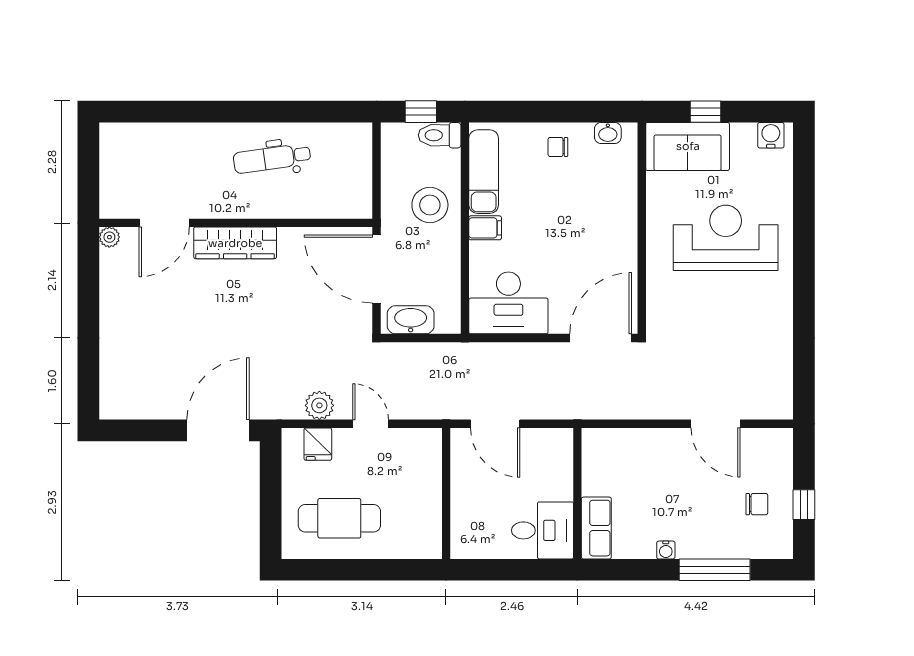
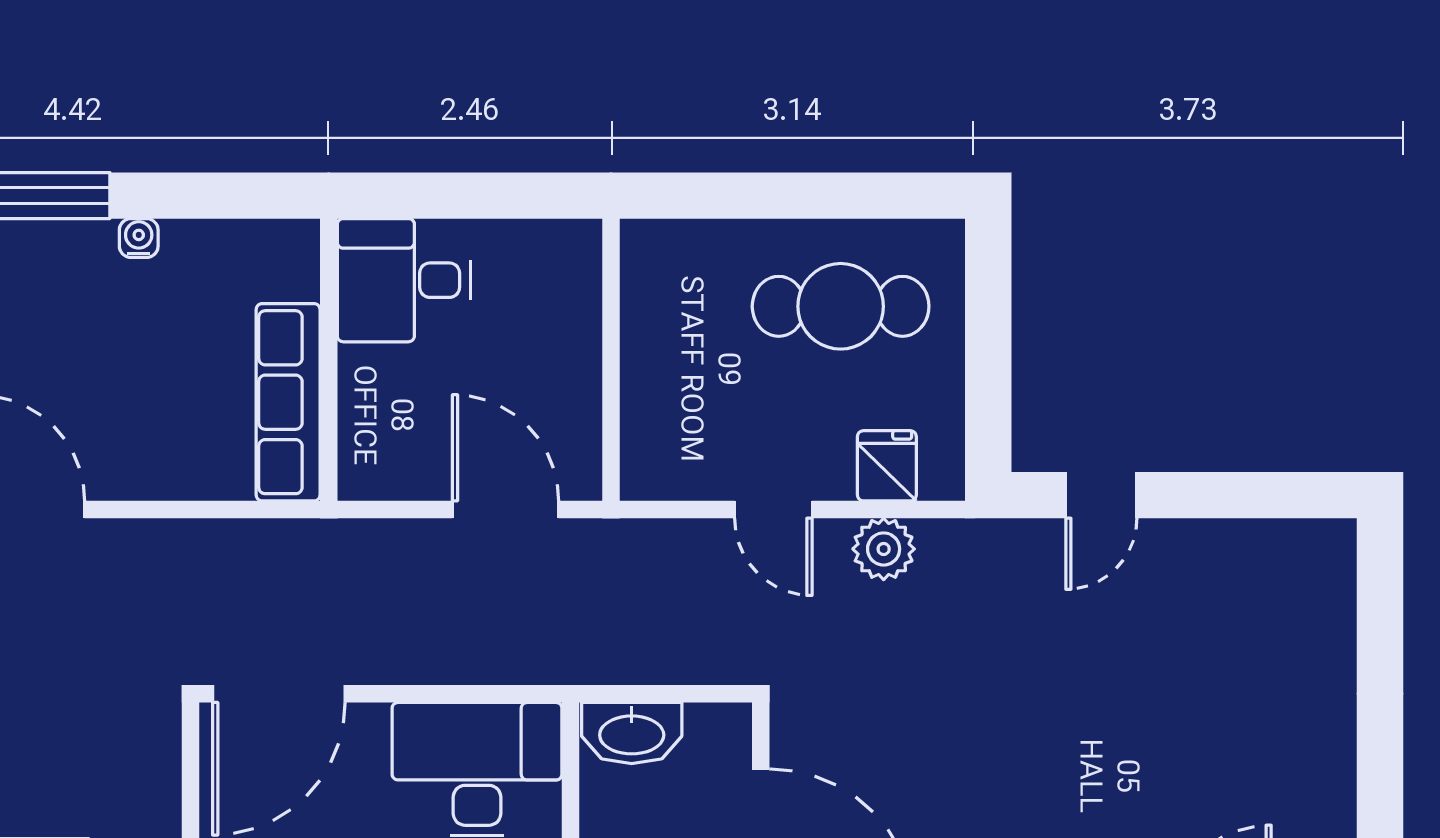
washbasin: (411, 320) -> (632, 733), moved
door: (218, 430) -> (1101, 495), width x0.53
row of seats: (596, 528) -> (288, 402), moved, width x1.48

